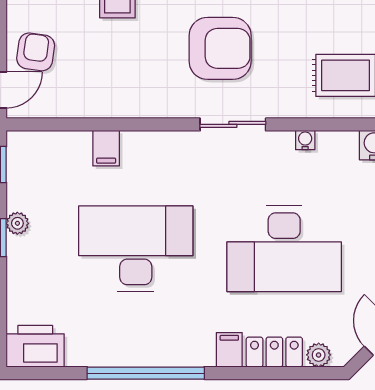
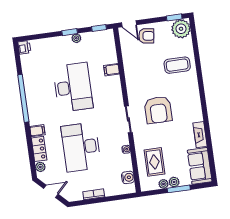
printer: (35, 346) -> (24, 47), width x0.53, depth x0.68

